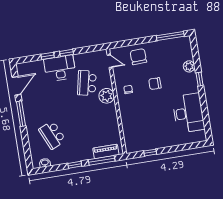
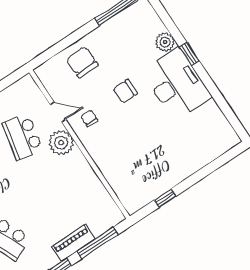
door: (110, 61) -> (58, 112), moved
desk: (188, 113) -> (177, 84), moved
piano: (106, 151) -> (73, 243), moved

